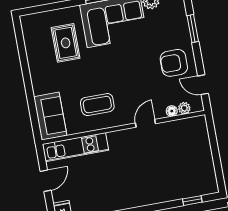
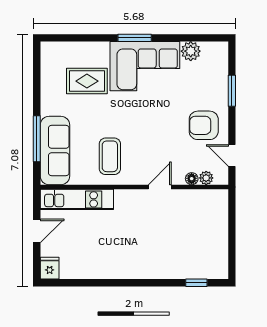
rug: (66, 43) -> (87, 81), turned 90
window: (31, 101) -> (37, 139), added
coffee table: (97, 105) -> (110, 156), turned 90
sofa: (50, 116) -> (55, 151), width x1.36

